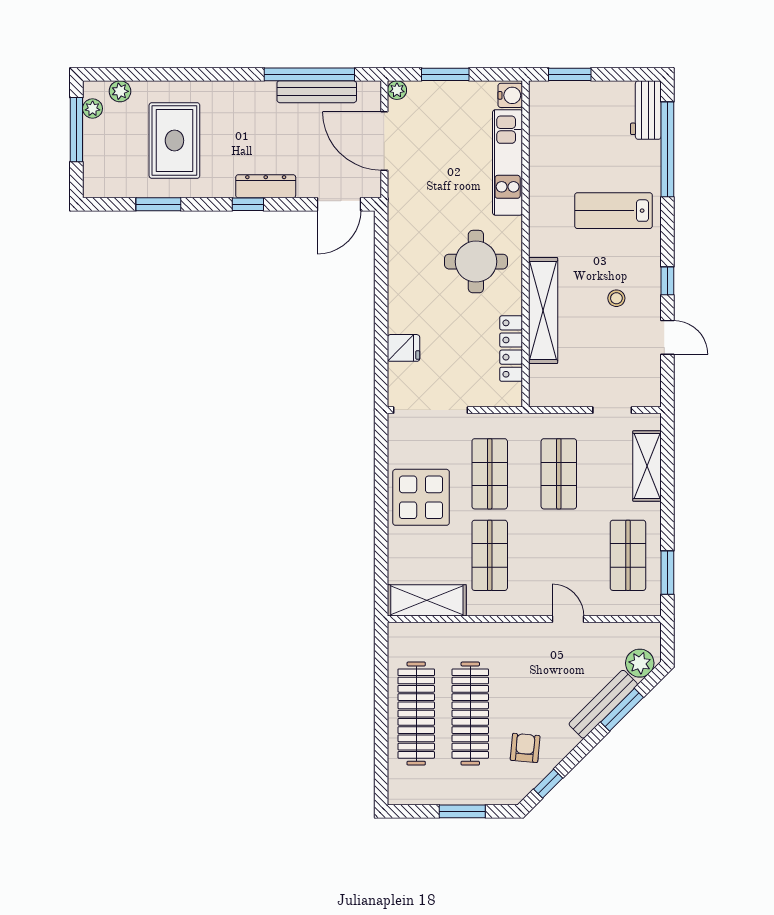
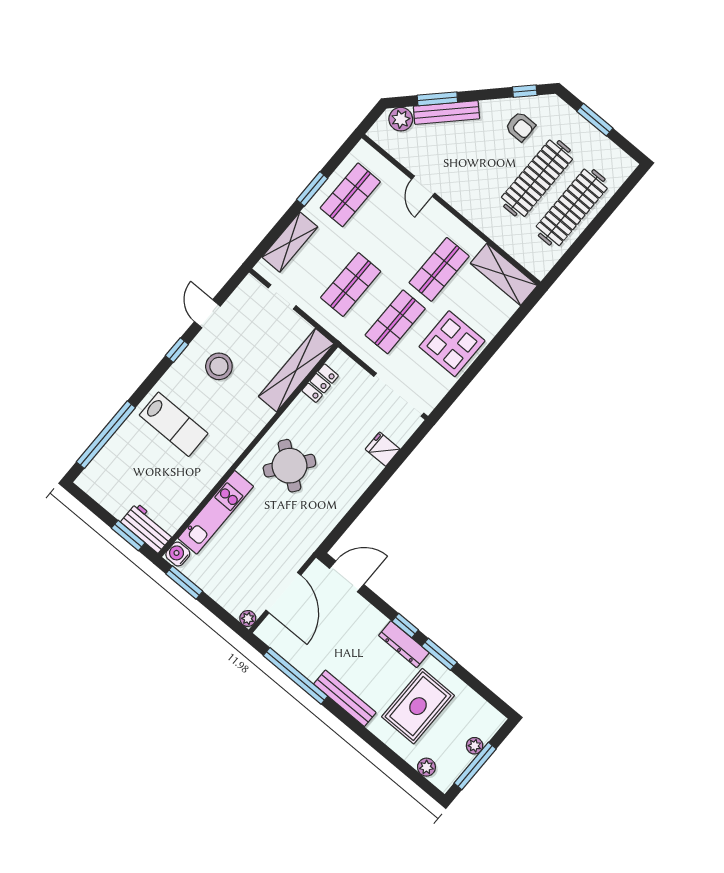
window: (445, 74) -> (184, 583), moved
bench: (317, 92) -> (345, 698), moved
plant: (93, 108) -> (475, 746), moved
workbench: (646, 110) -> (147, 528), moved, turned -90
dresser: (266, 186) -> (404, 644), moved
window: (158, 204) -> (439, 654), moved
round table: (476, 262) -> (289, 466), turned 37
stool: (616, 298) -> (219, 366), width x1.89, depth x1.89
shelving: (543, 311) -> (296, 370), moved
locker: (511, 349) -> (320, 383), width x0.66
window: (667, 573) -> (312, 189), moved
armchair: (525, 748) -> (520, 127), turned -95

